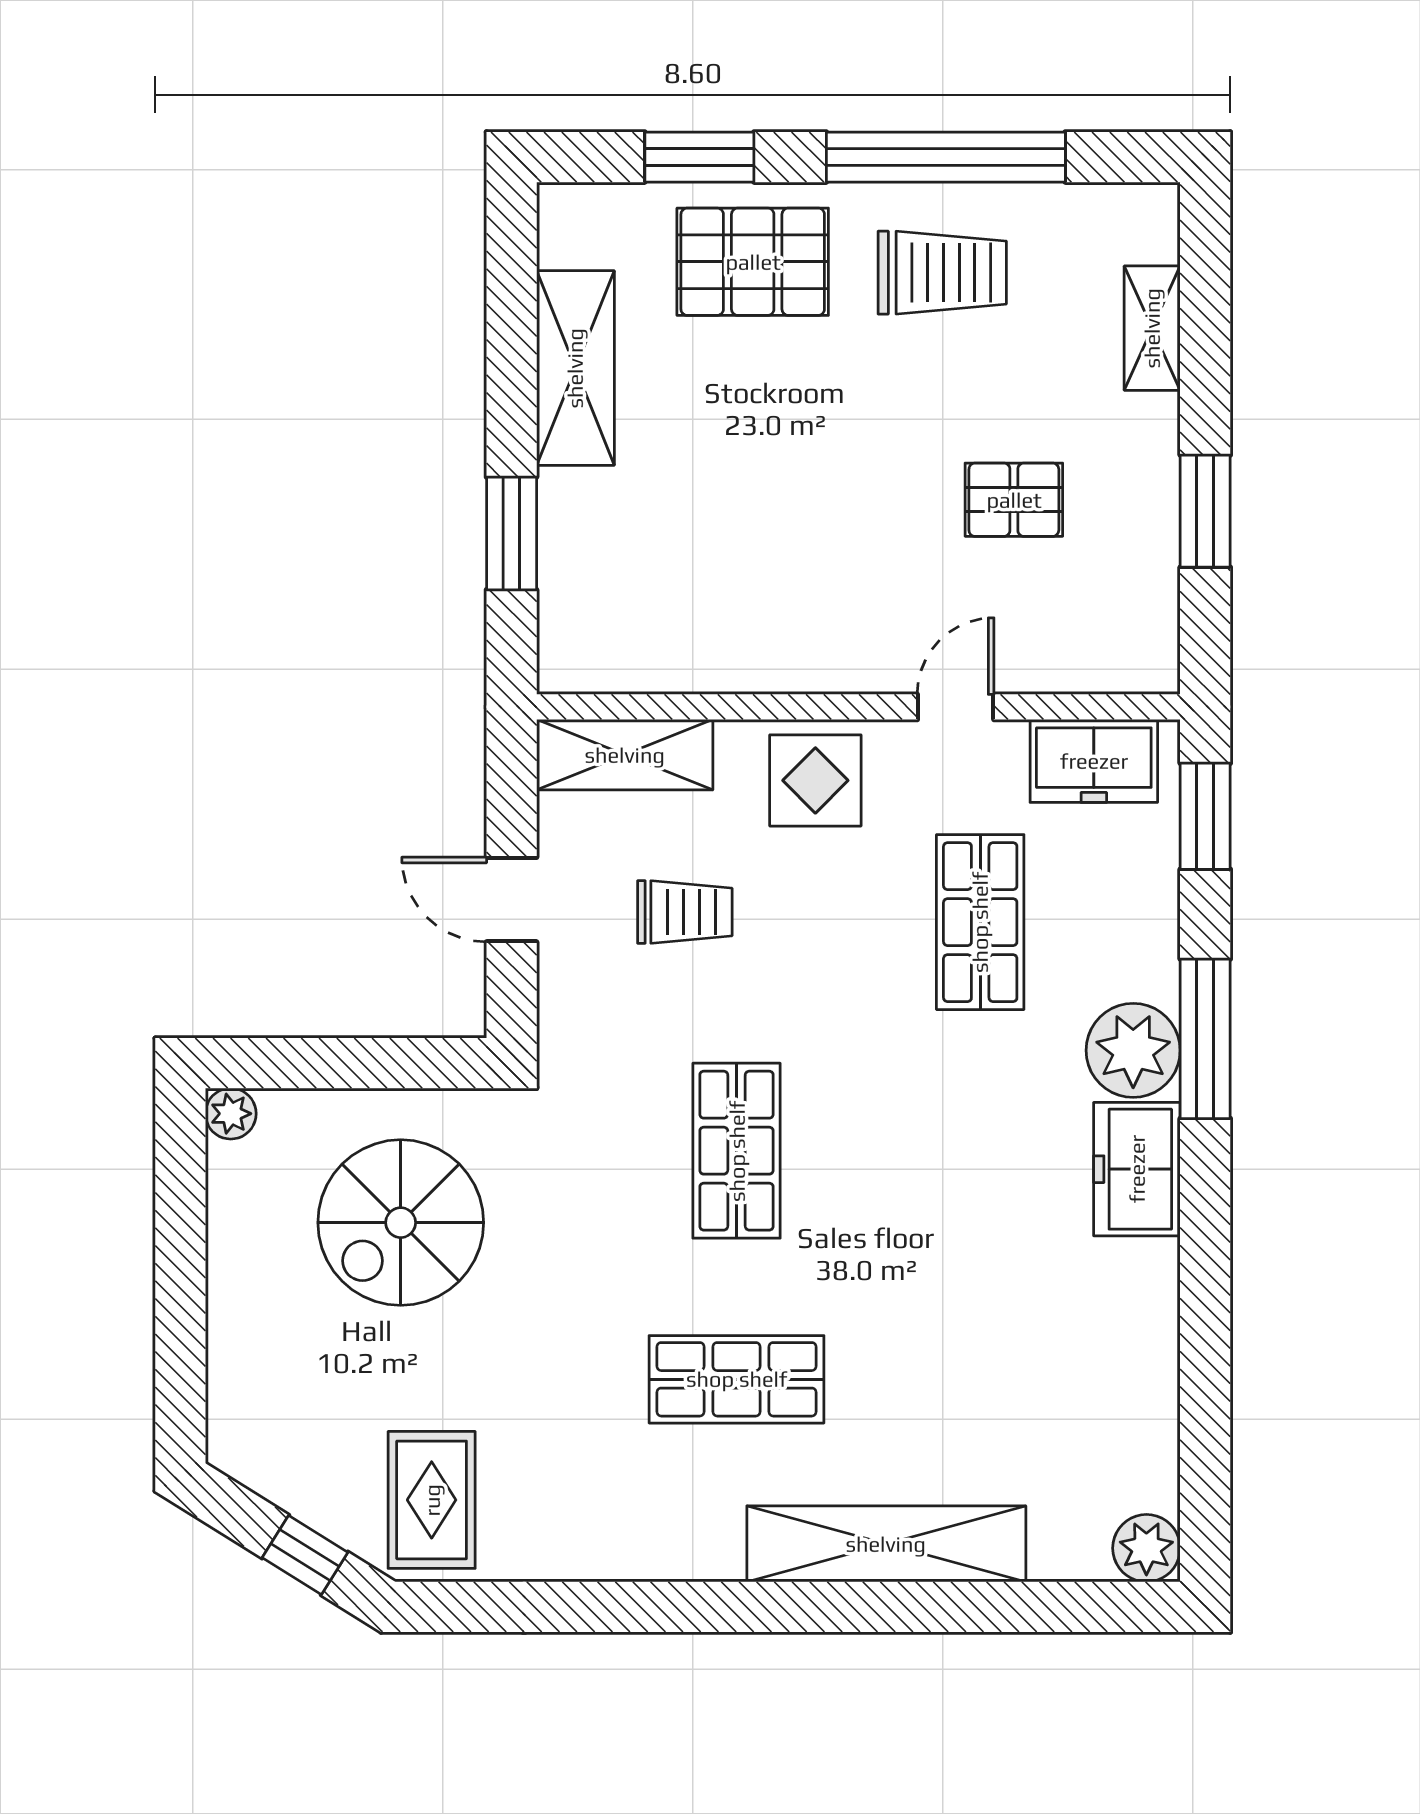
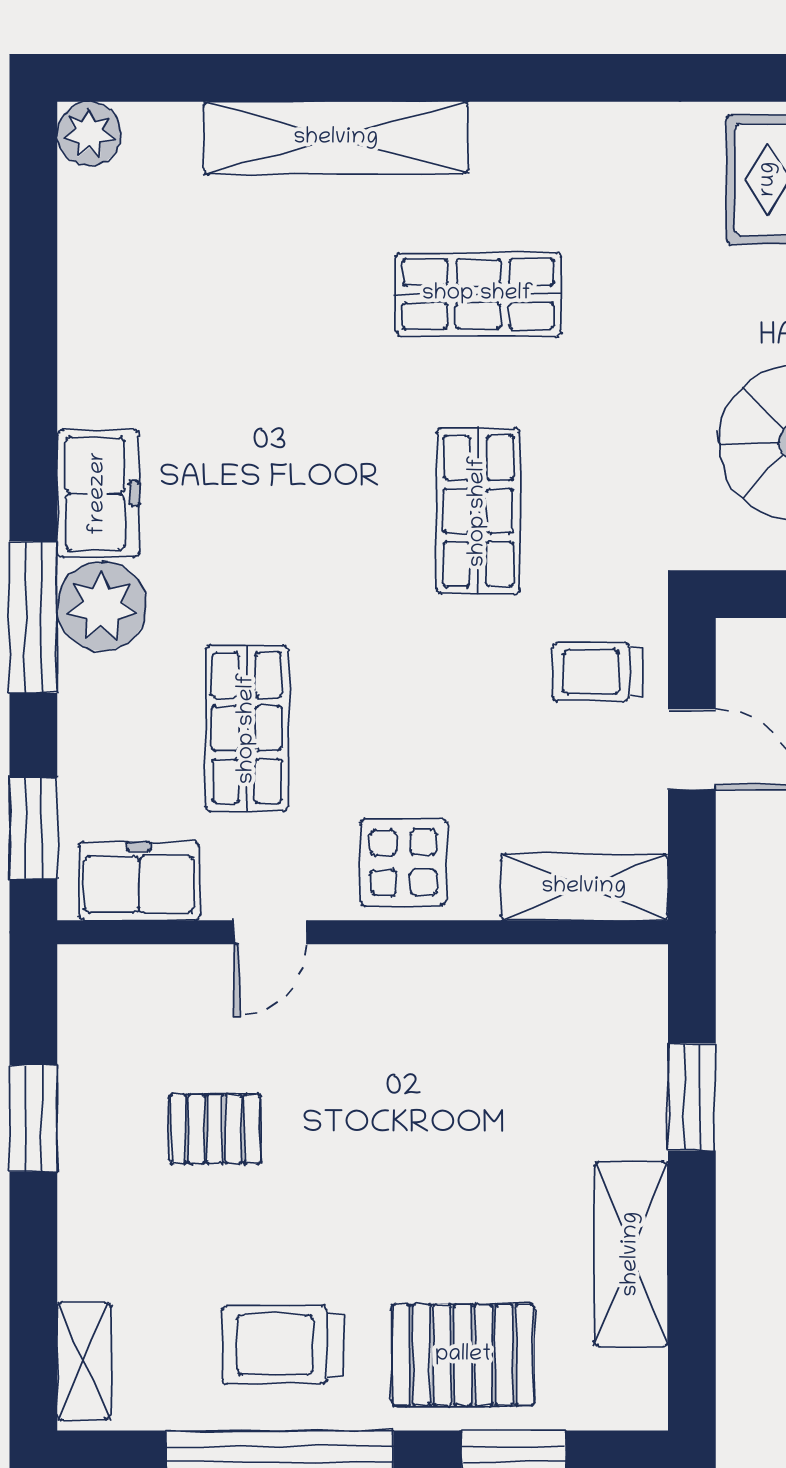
shelving: (1152, 328) -> (84, 1361), moved
trolley: (685, 912) -> (597, 672), moved

